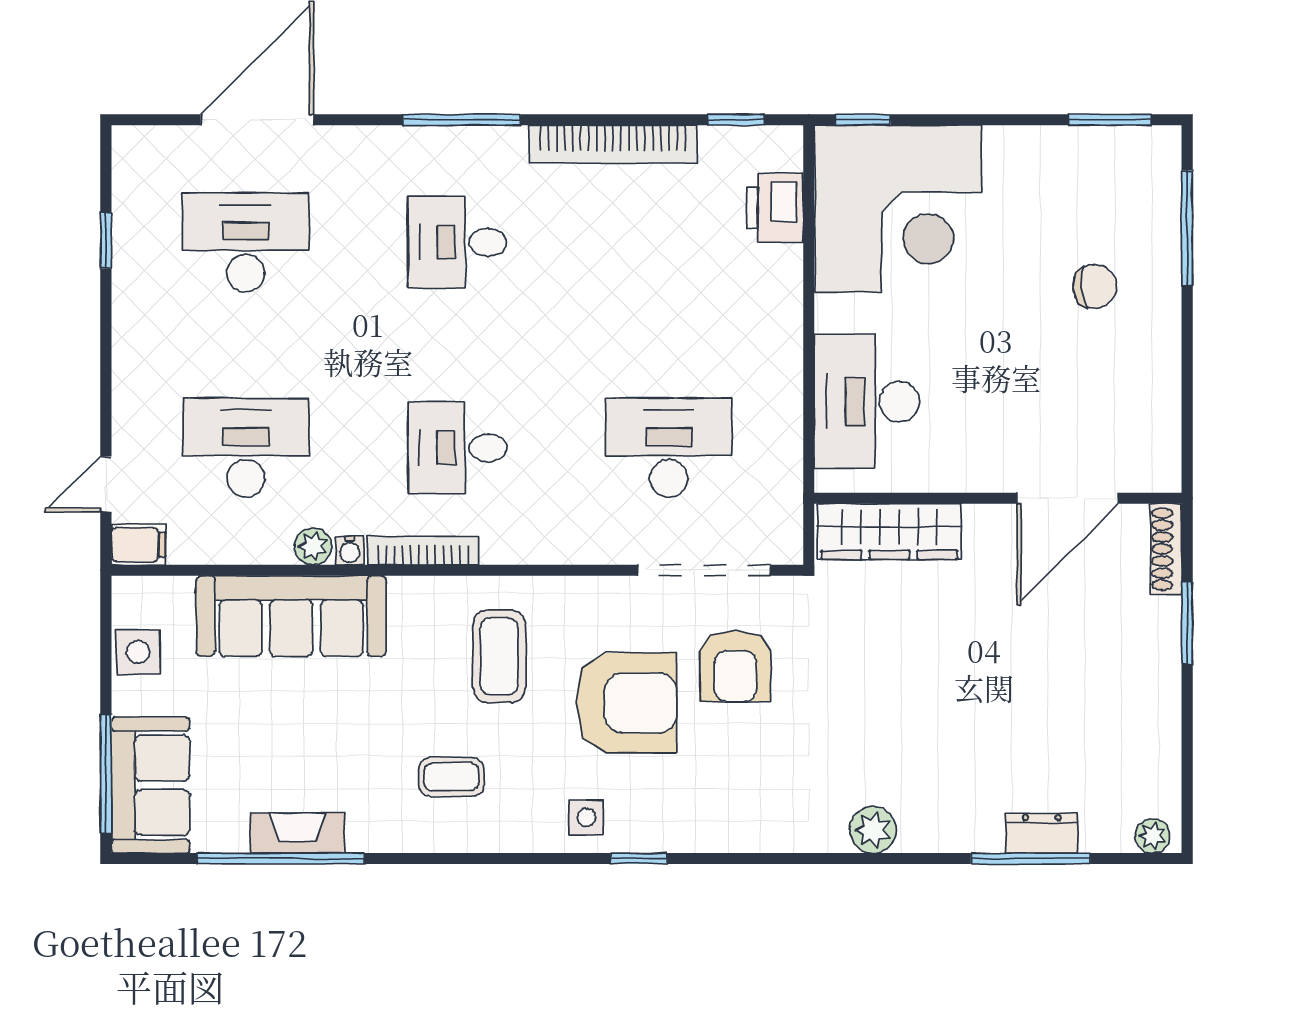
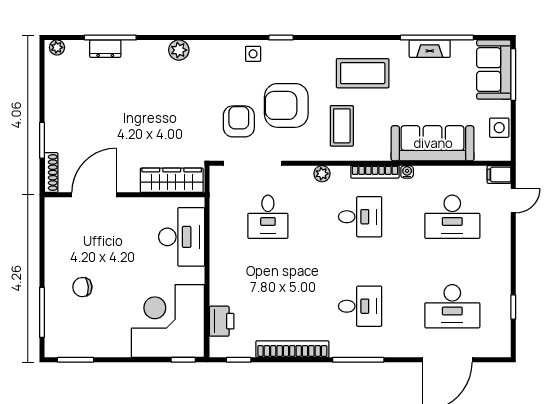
desk: (669, 448) -> (268, 217), width x0.73
plant: (313, 546) -> (322, 174), moved
coffee table: (451, 777) -> (363, 73), width x1.86, depth x1.72
side table: (586, 817) -> (253, 54), moved

